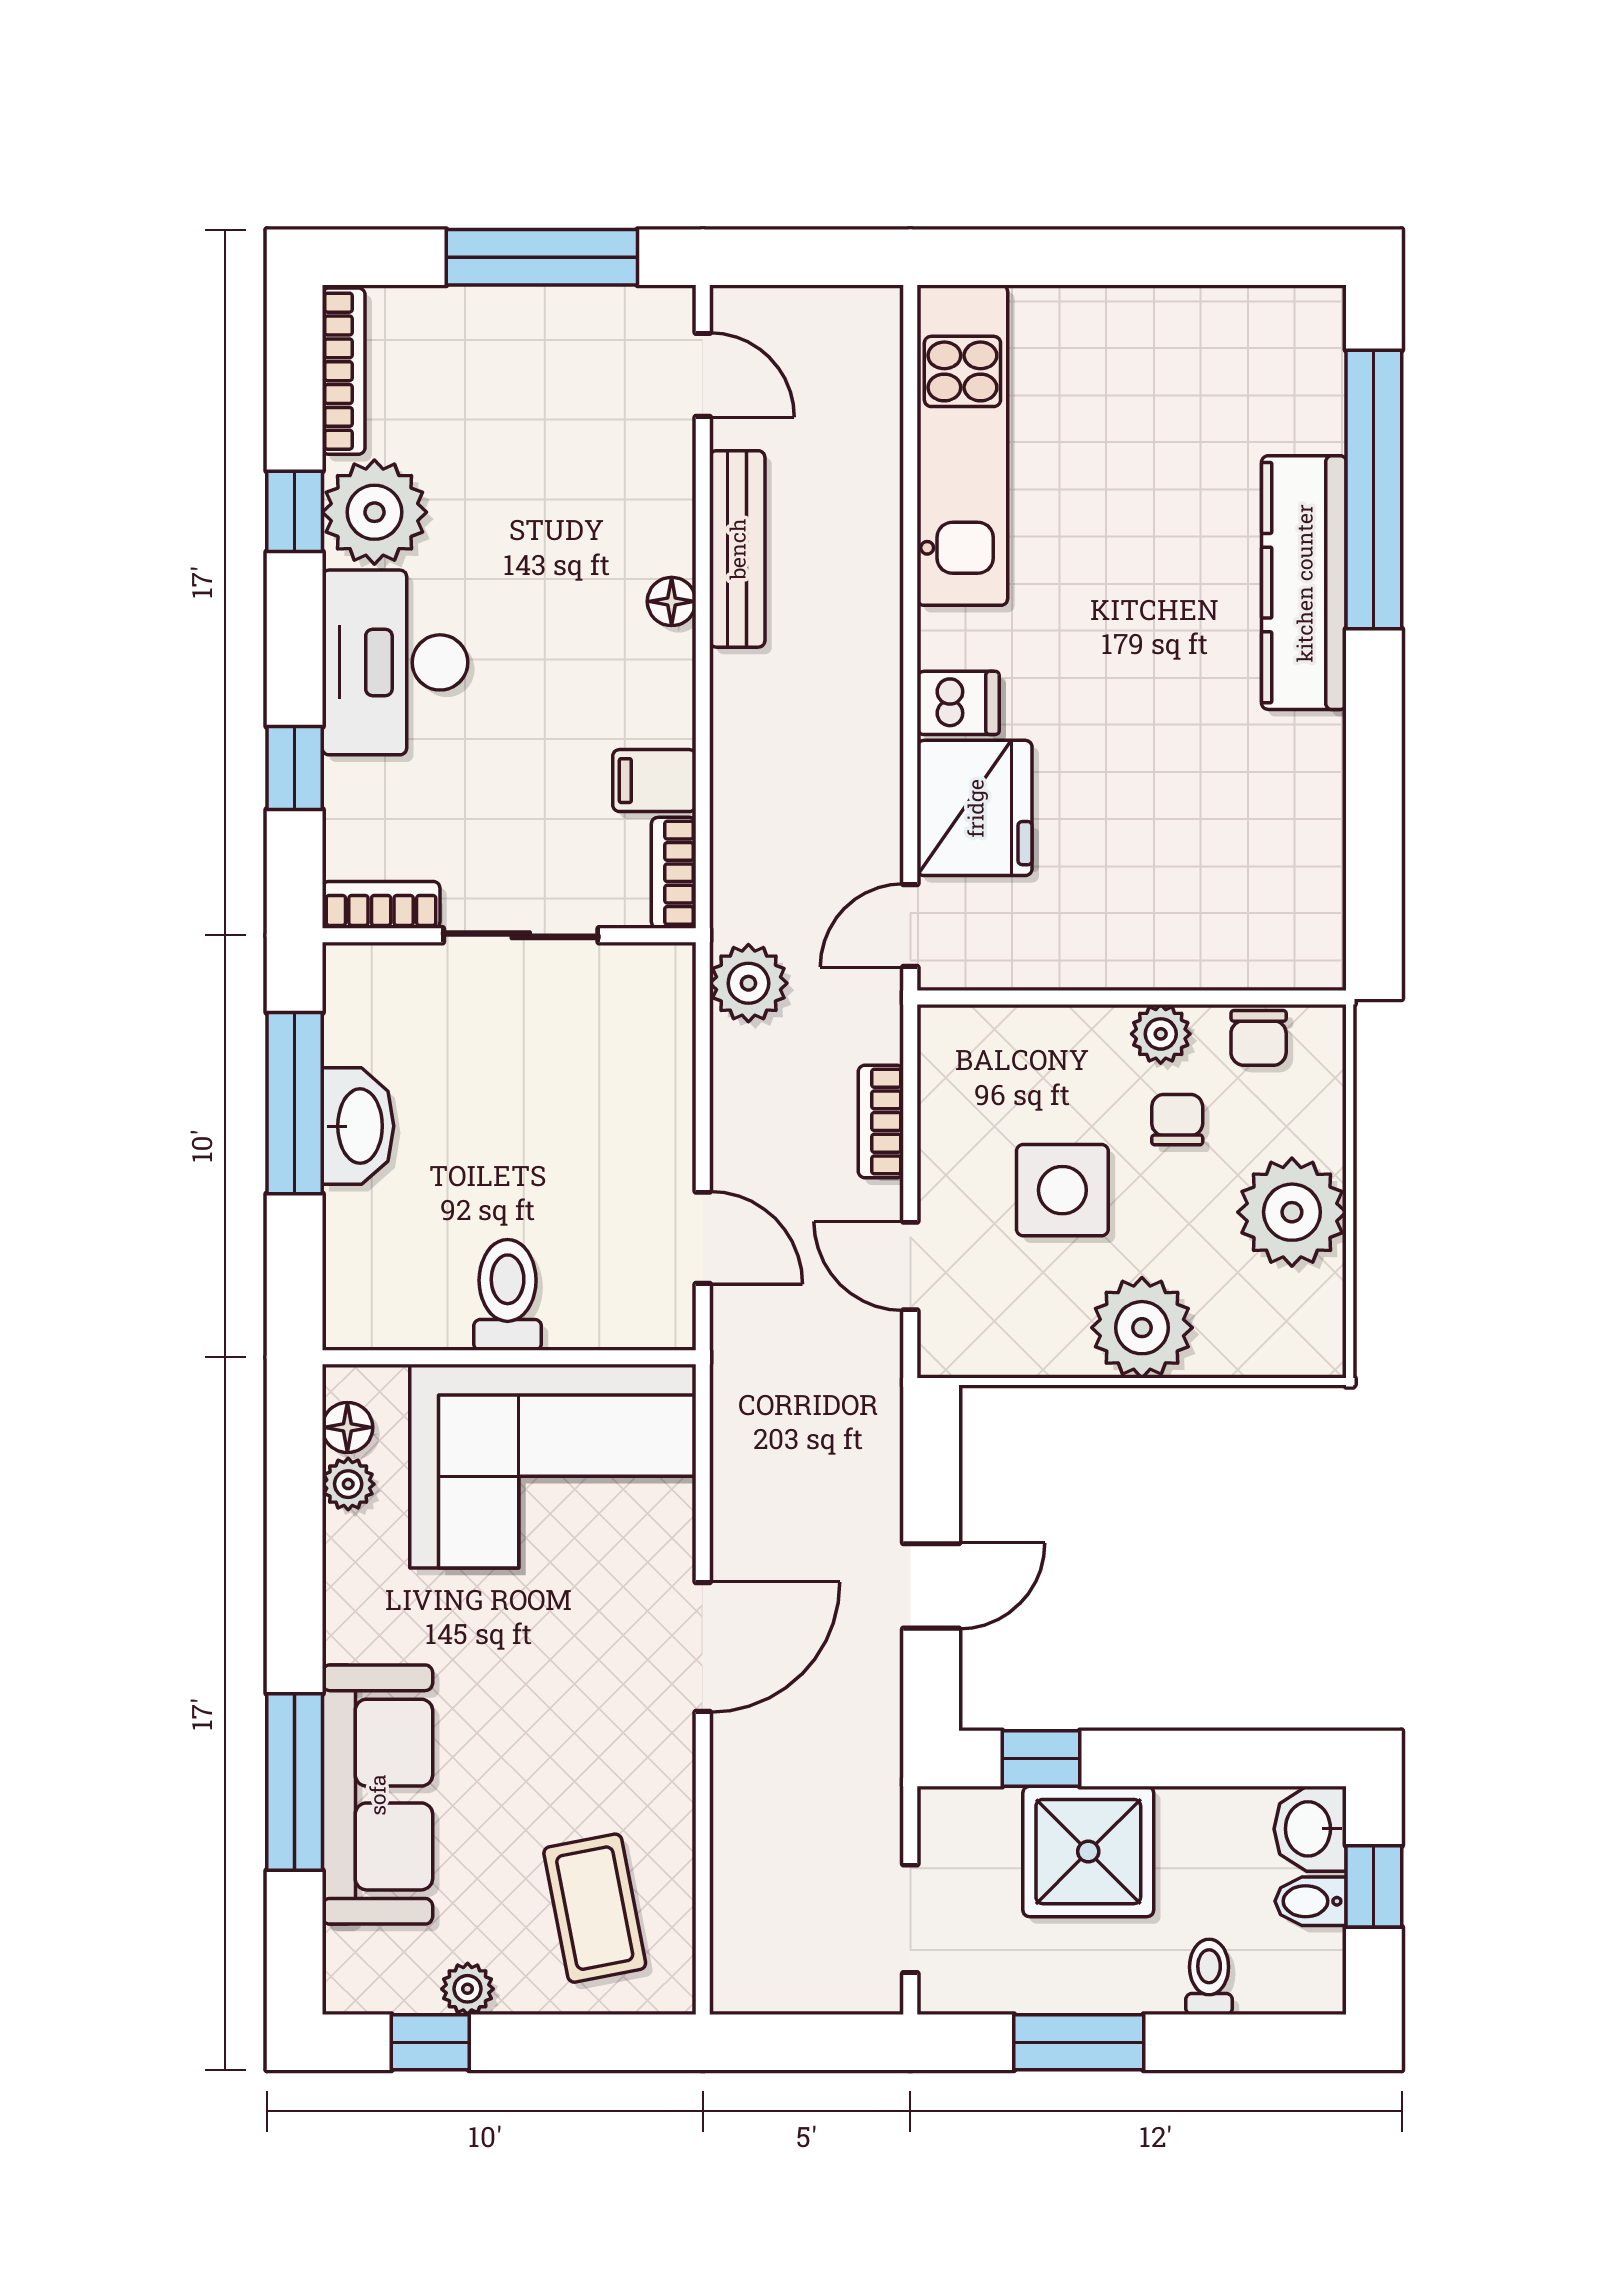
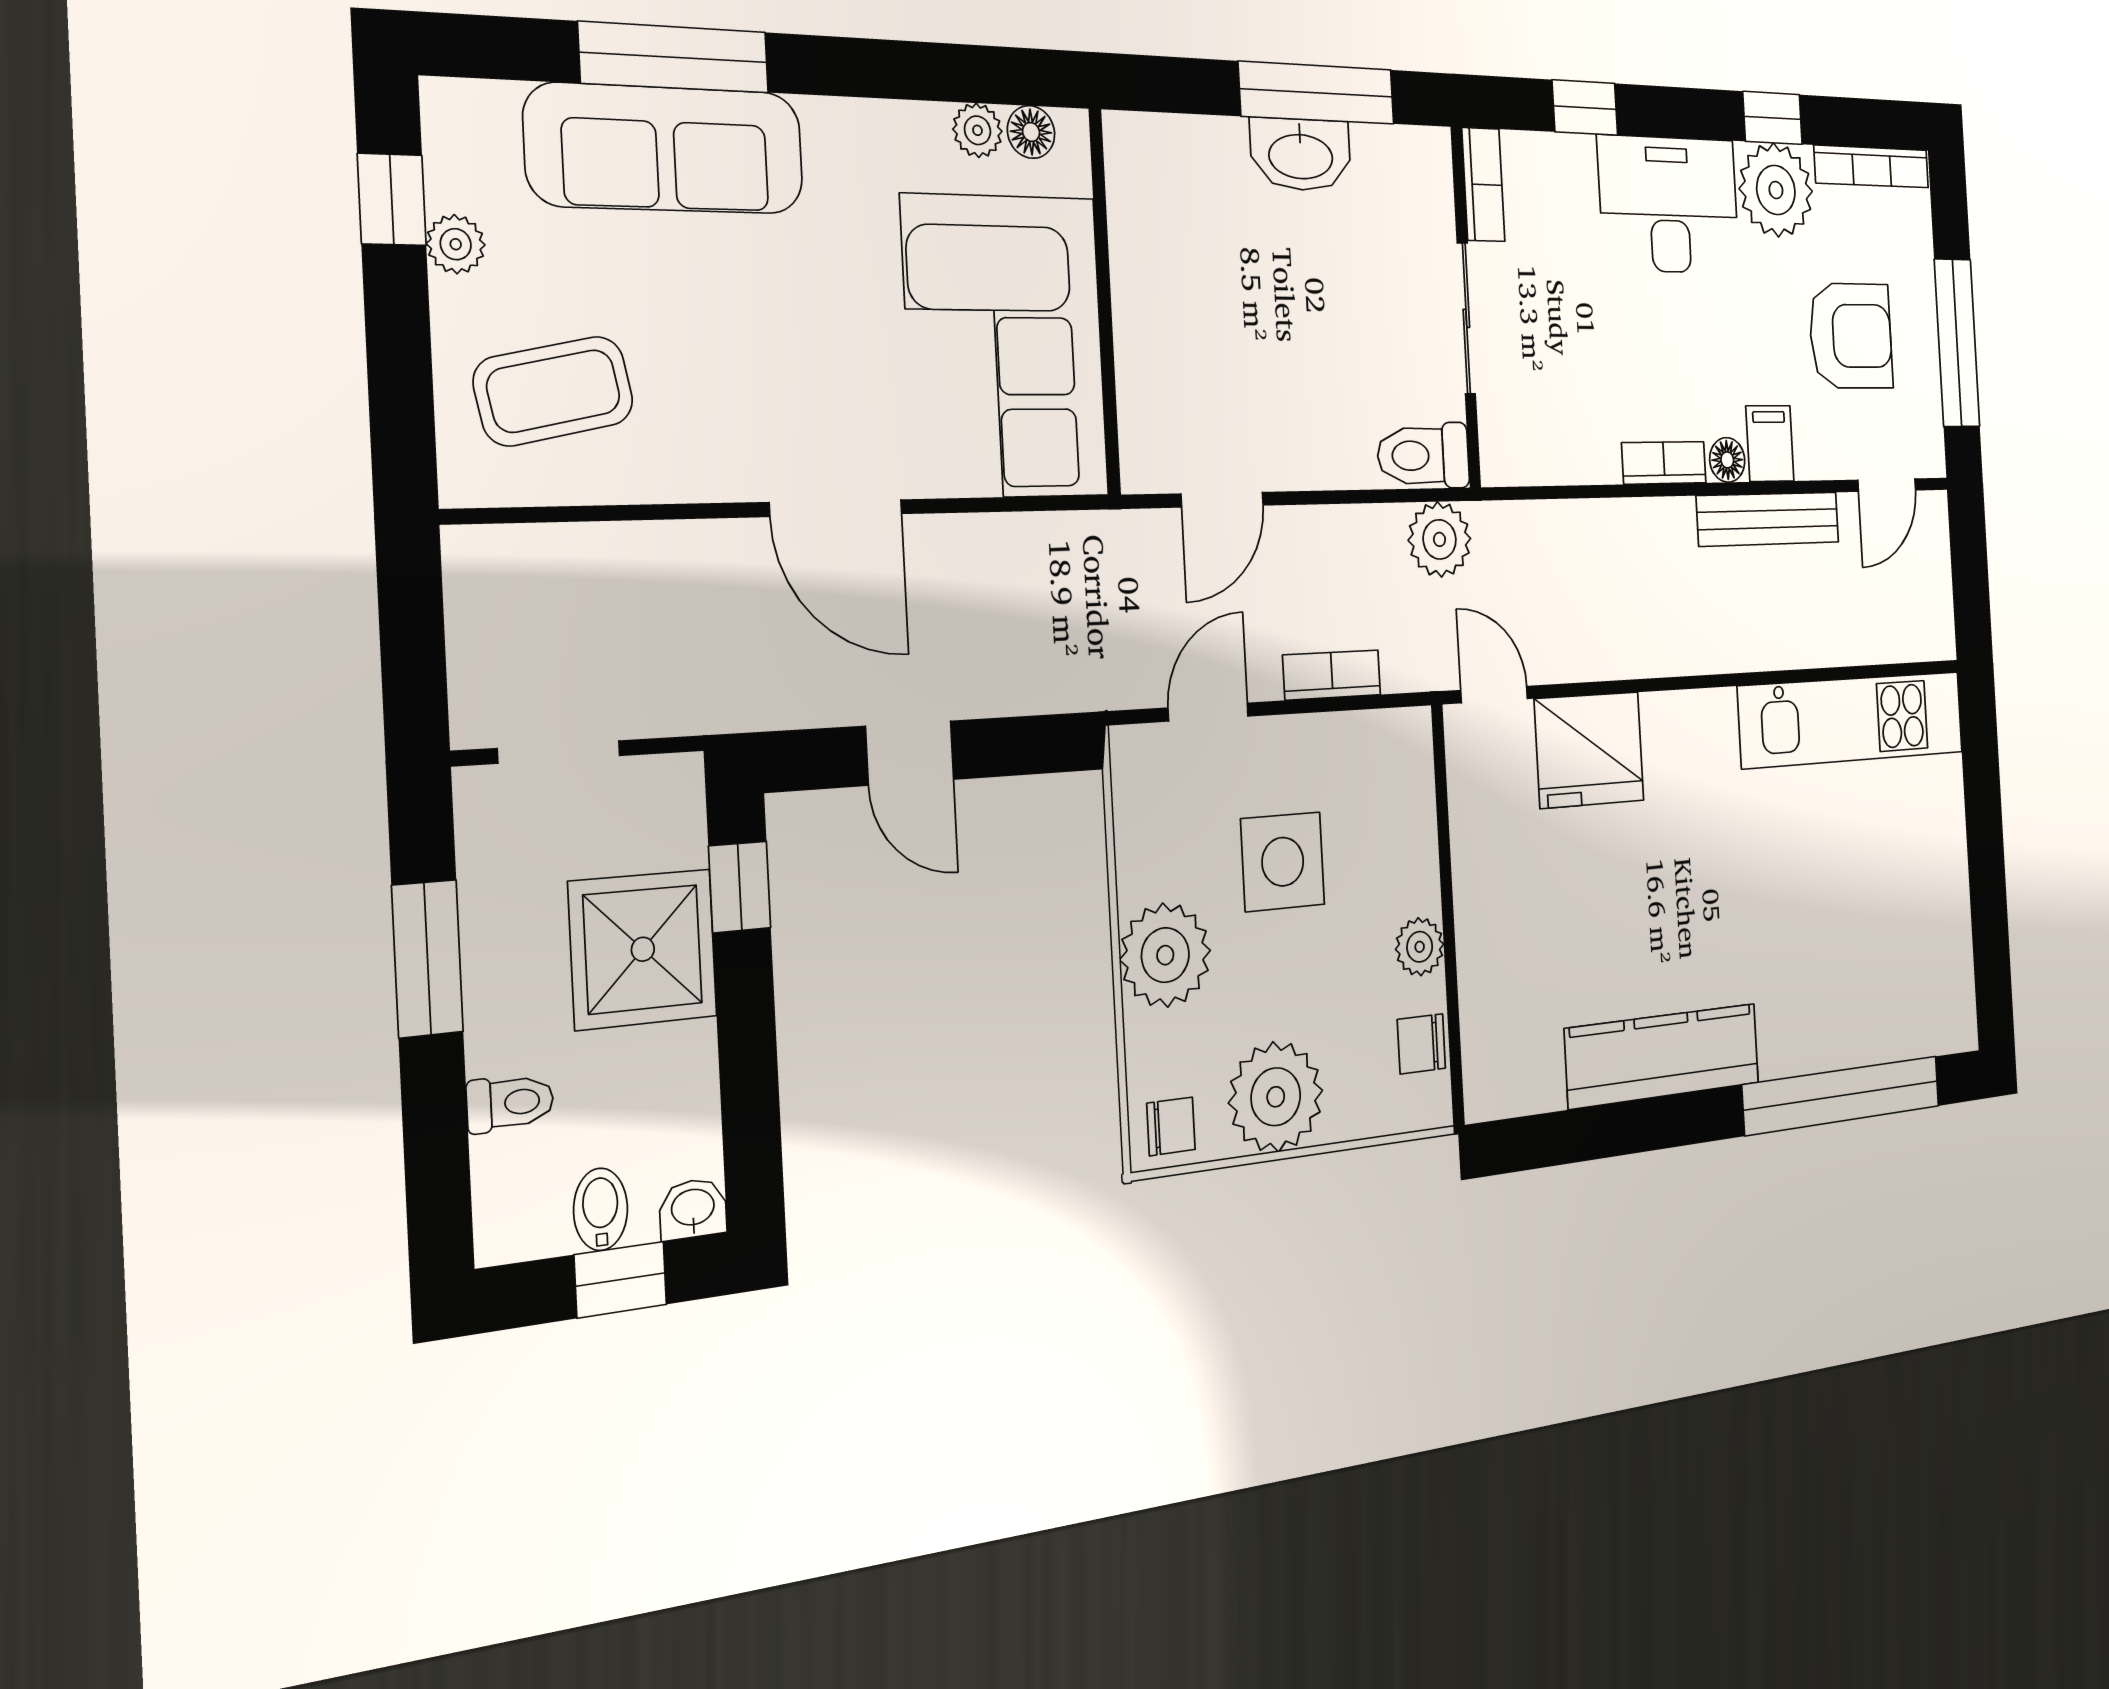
armchair: (535, 416) -> (1851, 336), added
kitchen counter: (1304, 583) -> (1663, 1056), moved
dishwasher: (958, 703) -> (1668, 729), removed
filing cabinet: (654, 781) -> (1770, 443), moved
bookcase: (674, 873) -> (1664, 463), moved
chair: (1177, 1120) -> (1171, 1126), moved
toilet: (508, 1295) -> (1423, 456), moved, turned 180
washbasin: (1310, 1829) -> (693, 1209), width x0.72, depth x0.69

